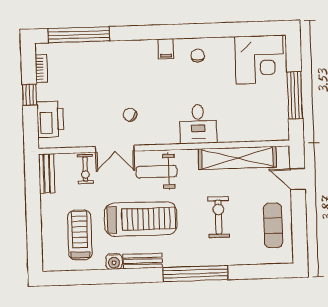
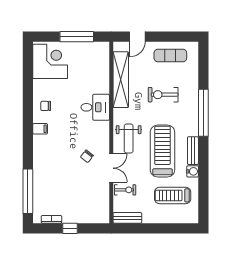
printer: (50, 119) -> (88, 214), removed

